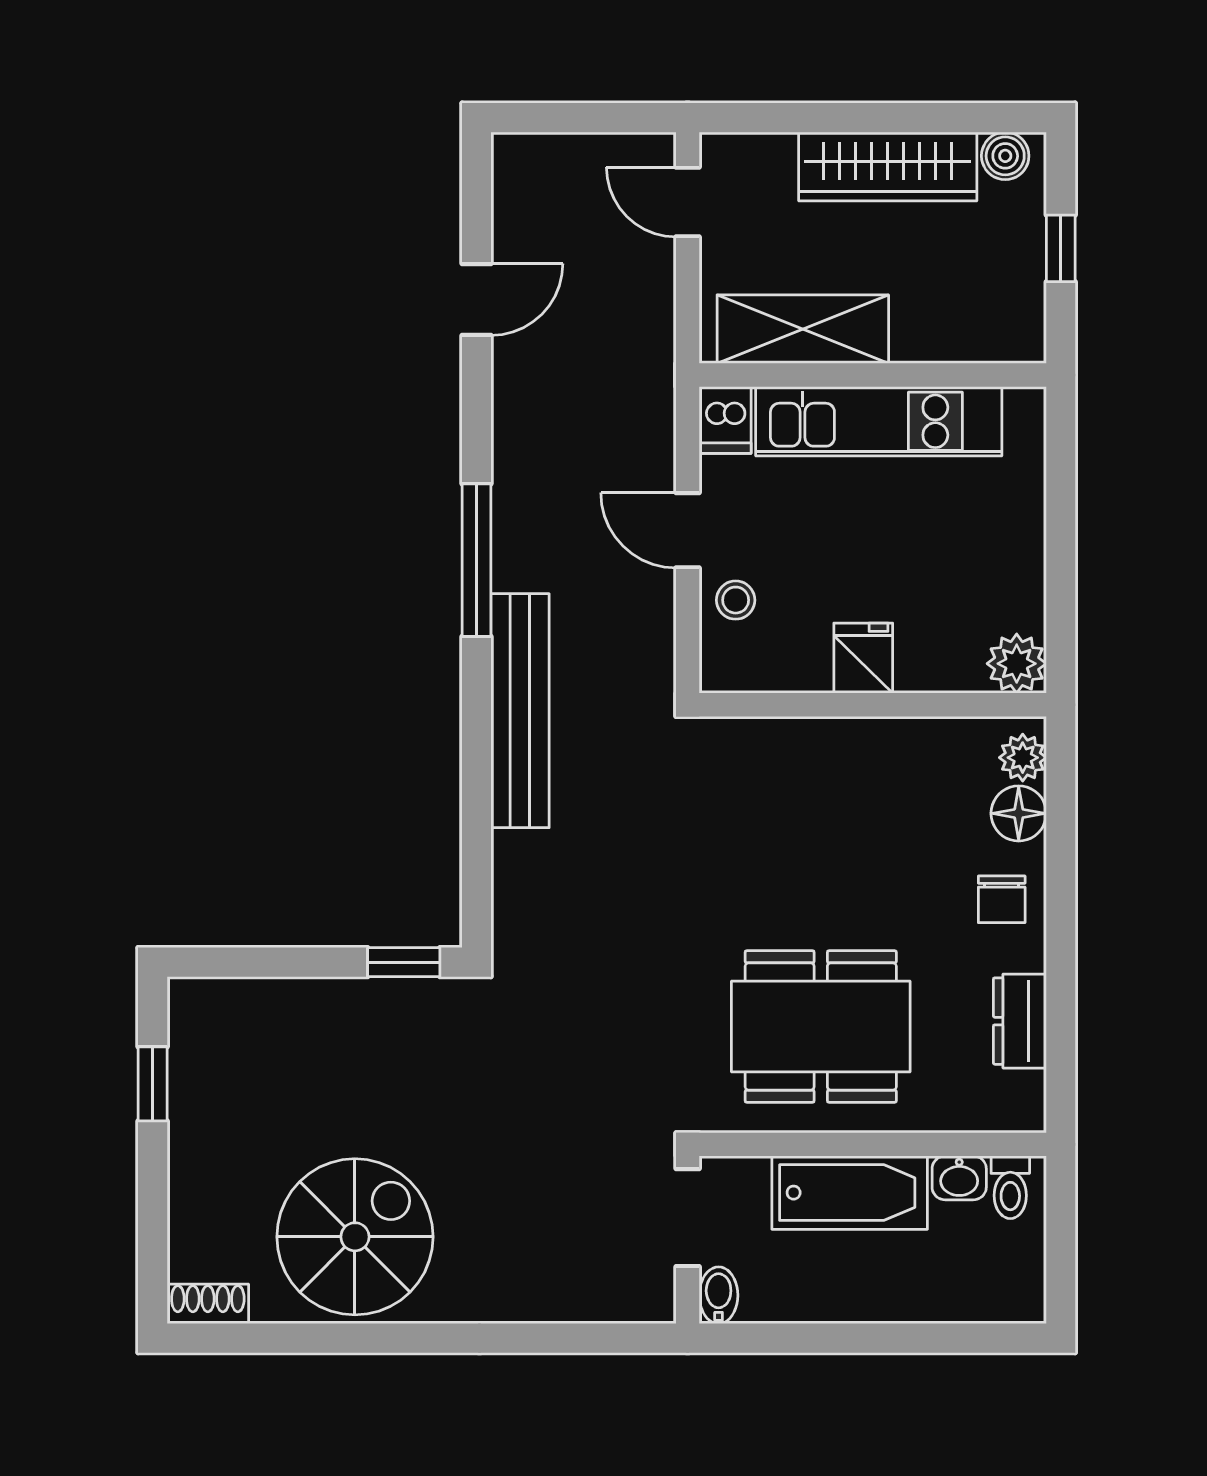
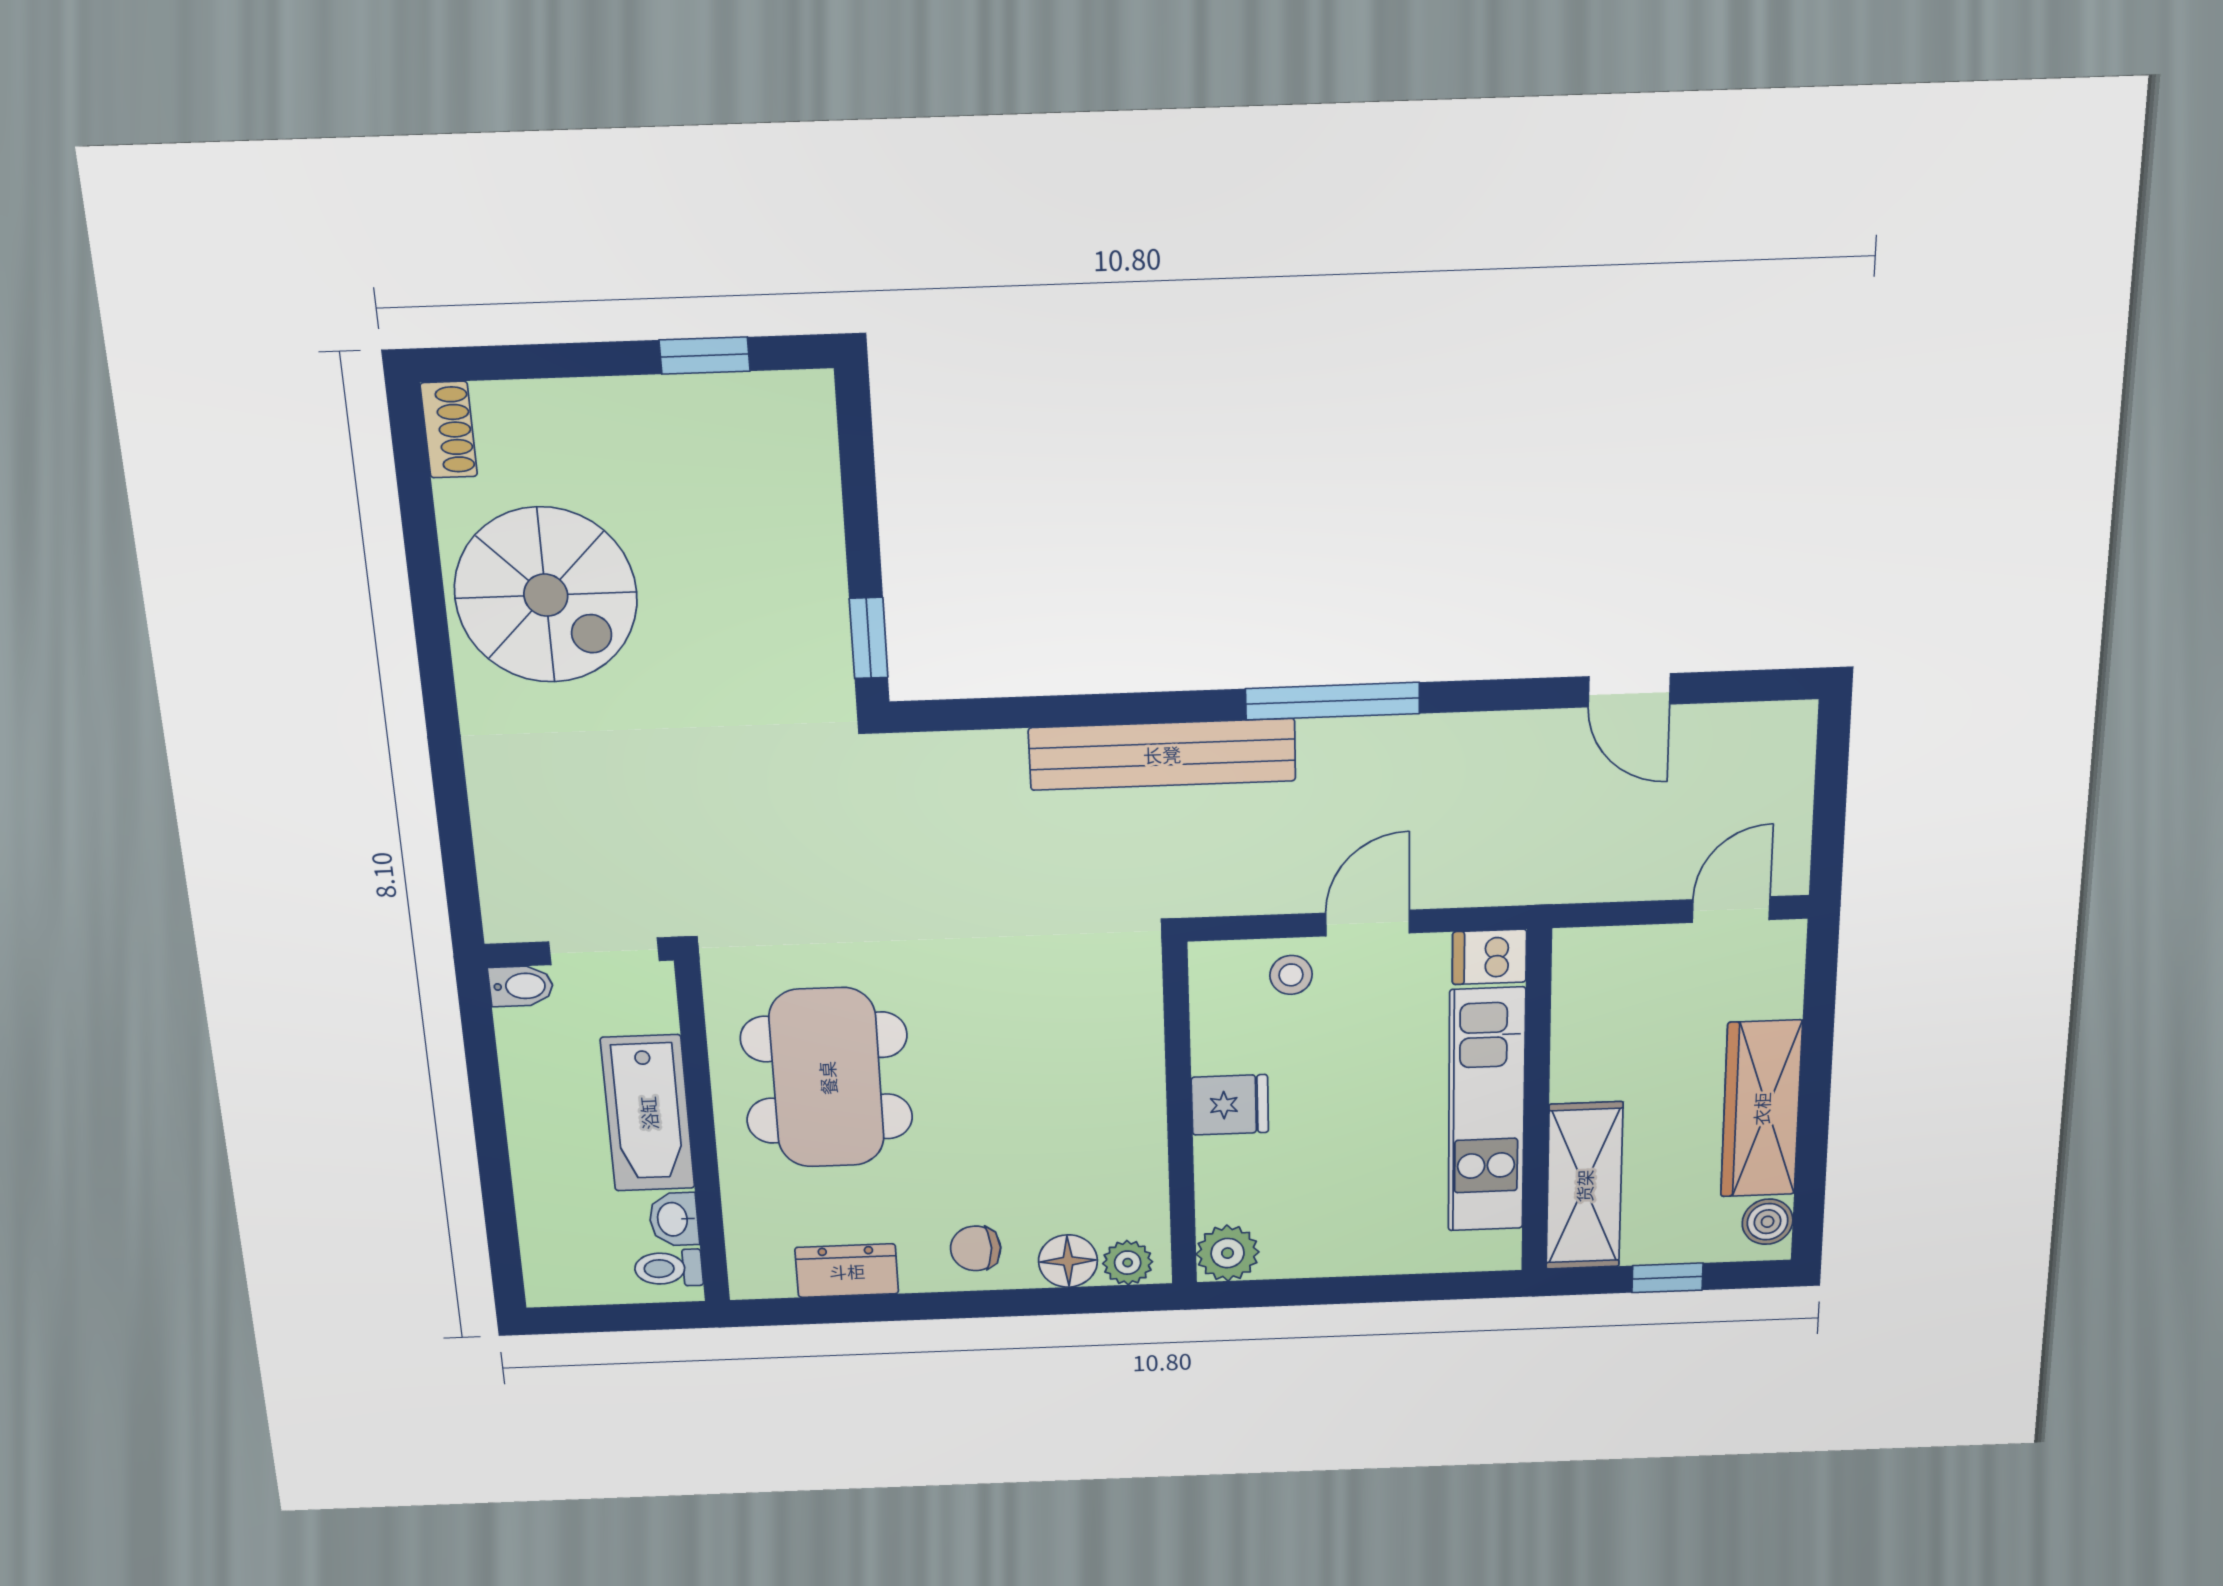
shelving: (803, 329) -> (1584, 1186), moved

